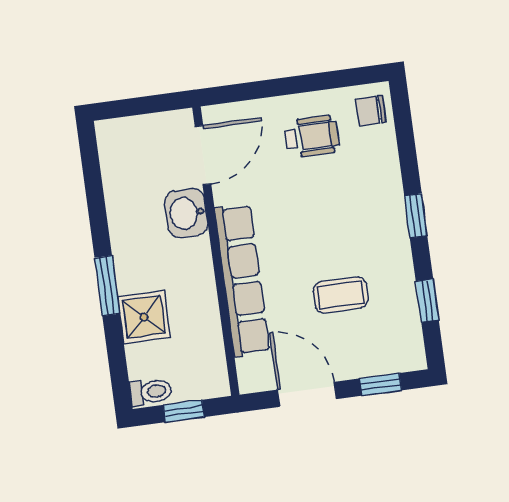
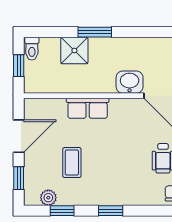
row of seats: (242, 280) -> (88, 108), width x0.50
plant: (408, 328) -> (48, 198), added

